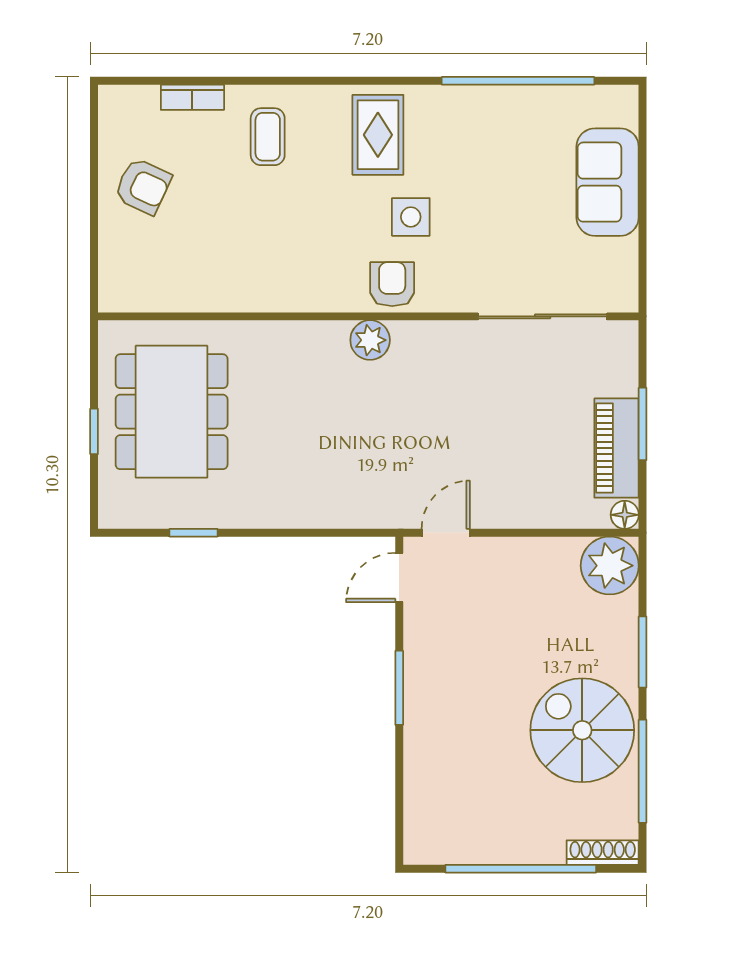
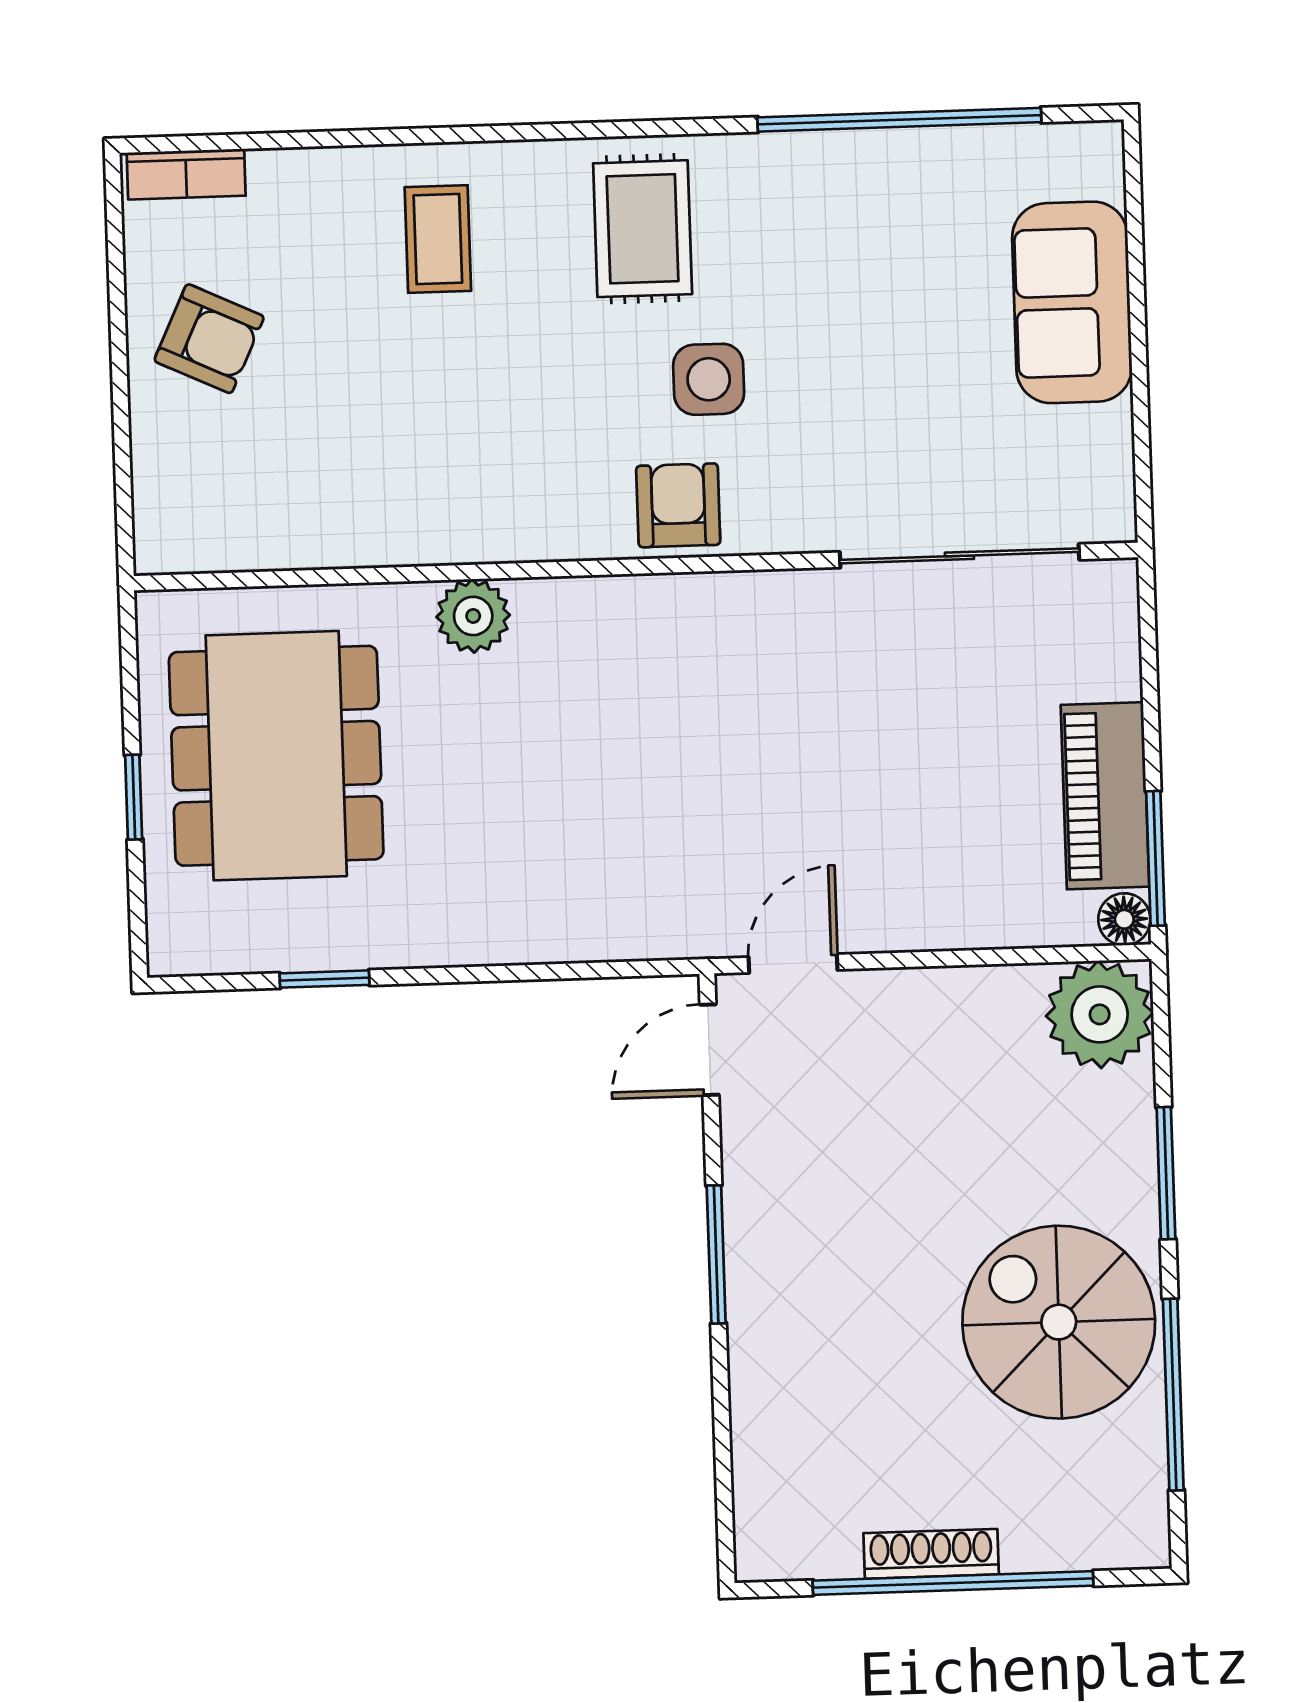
bookcase: (192, 97) -> (186, 174), moved
plant: (370, 340) -> (473, 616), moved
window: (643, 424) -> (1156, 858), moved
shoe rack: (603, 853) -> (931, 1554), moved

